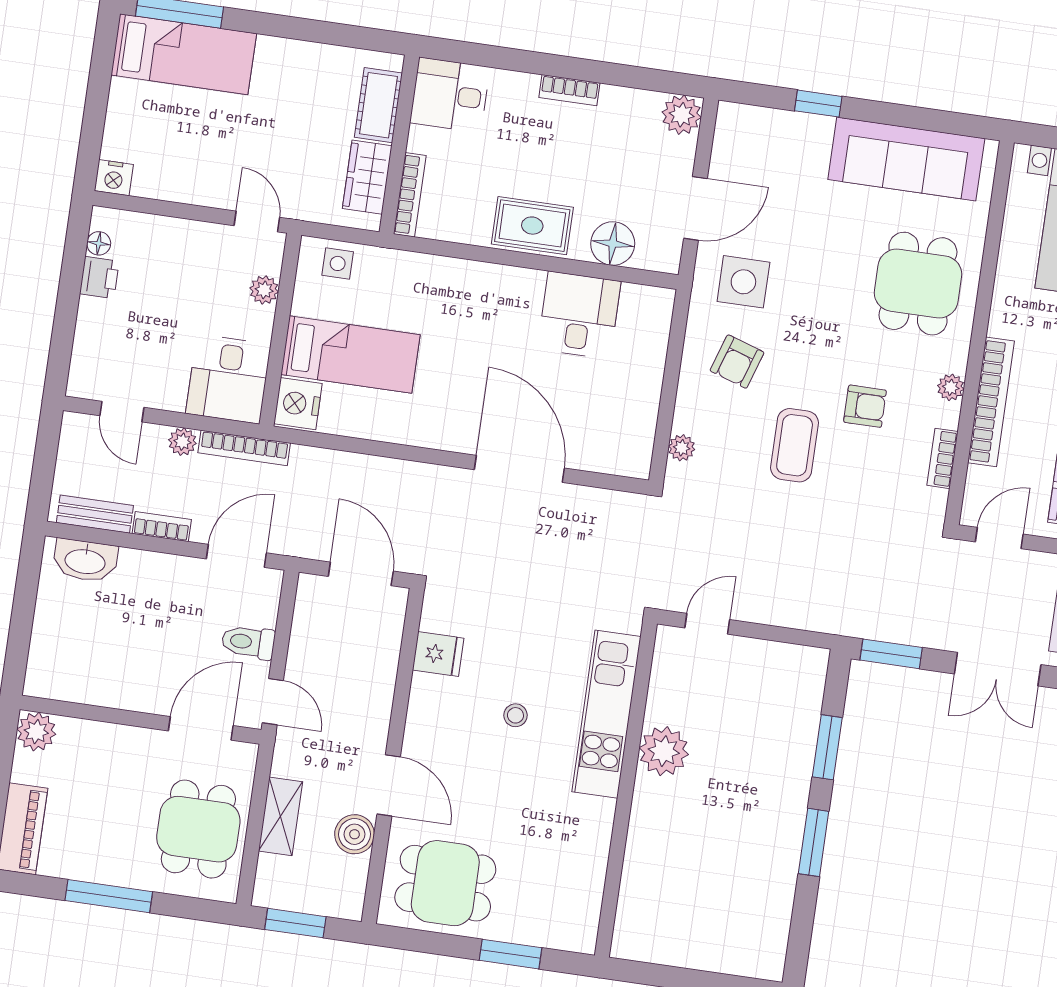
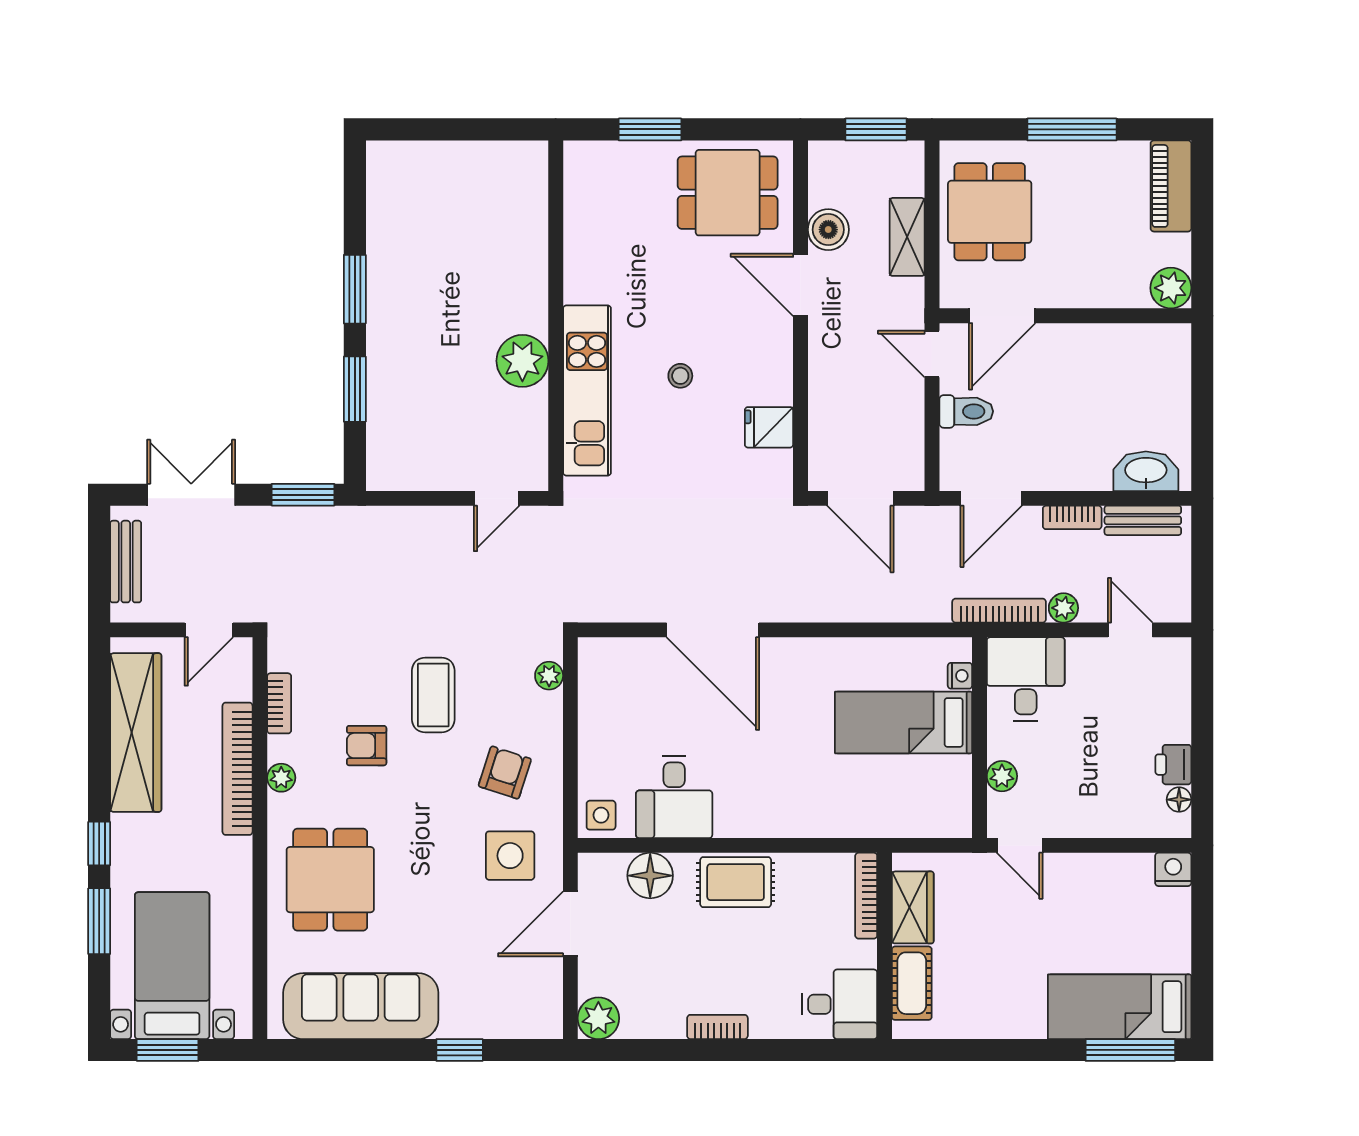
side table: (338, 263) -> (601, 815), moved
nightstand: (298, 404) -> (960, 676), width x0.53, depth x0.56

